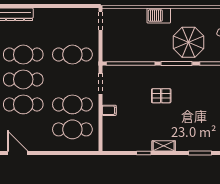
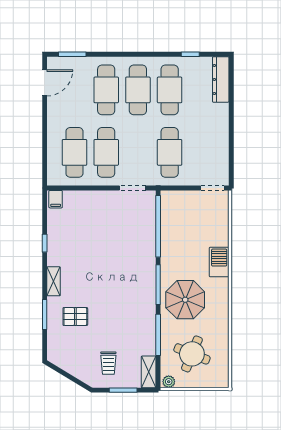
pallet: (161, 96) -> (75, 317), moved, turned 90
filing cabinet: (109, 110) -> (56, 199), moved
shelving: (164, 146) -> (54, 281), moved

